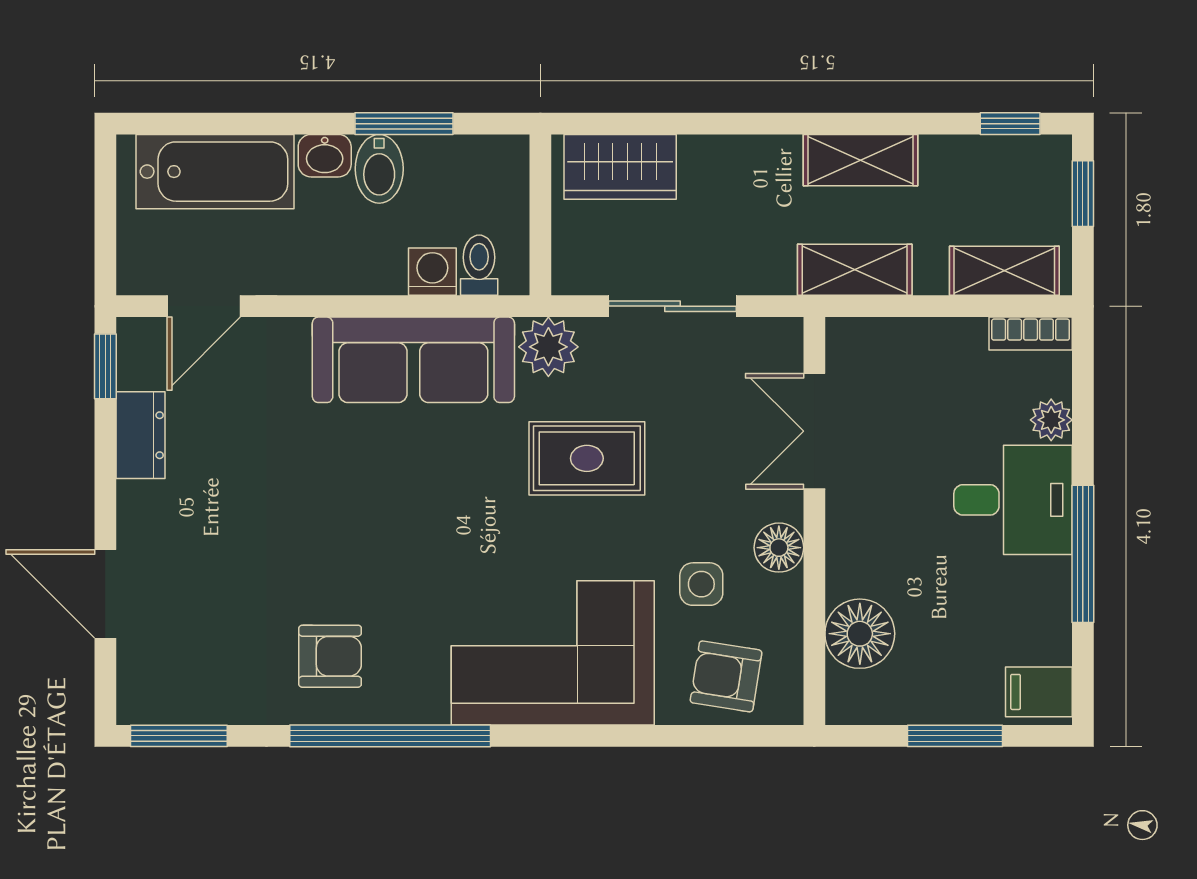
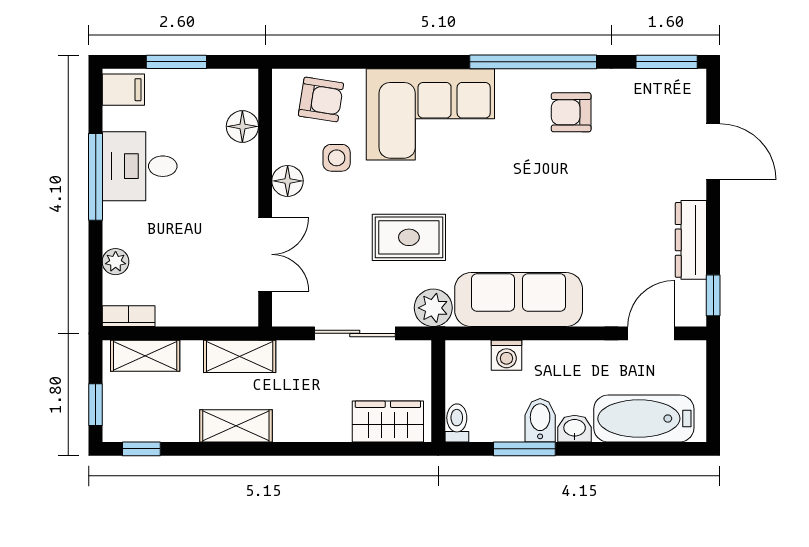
toilet: (479, 265) -> (457, 423), moved, turned 180
dresser: (141, 435) -> (691, 240), width x1.44
desk: (1013, 500) -> (140, 166), moved
floor lamp: (860, 634) -> (242, 126), width x0.73, depth x0.73

